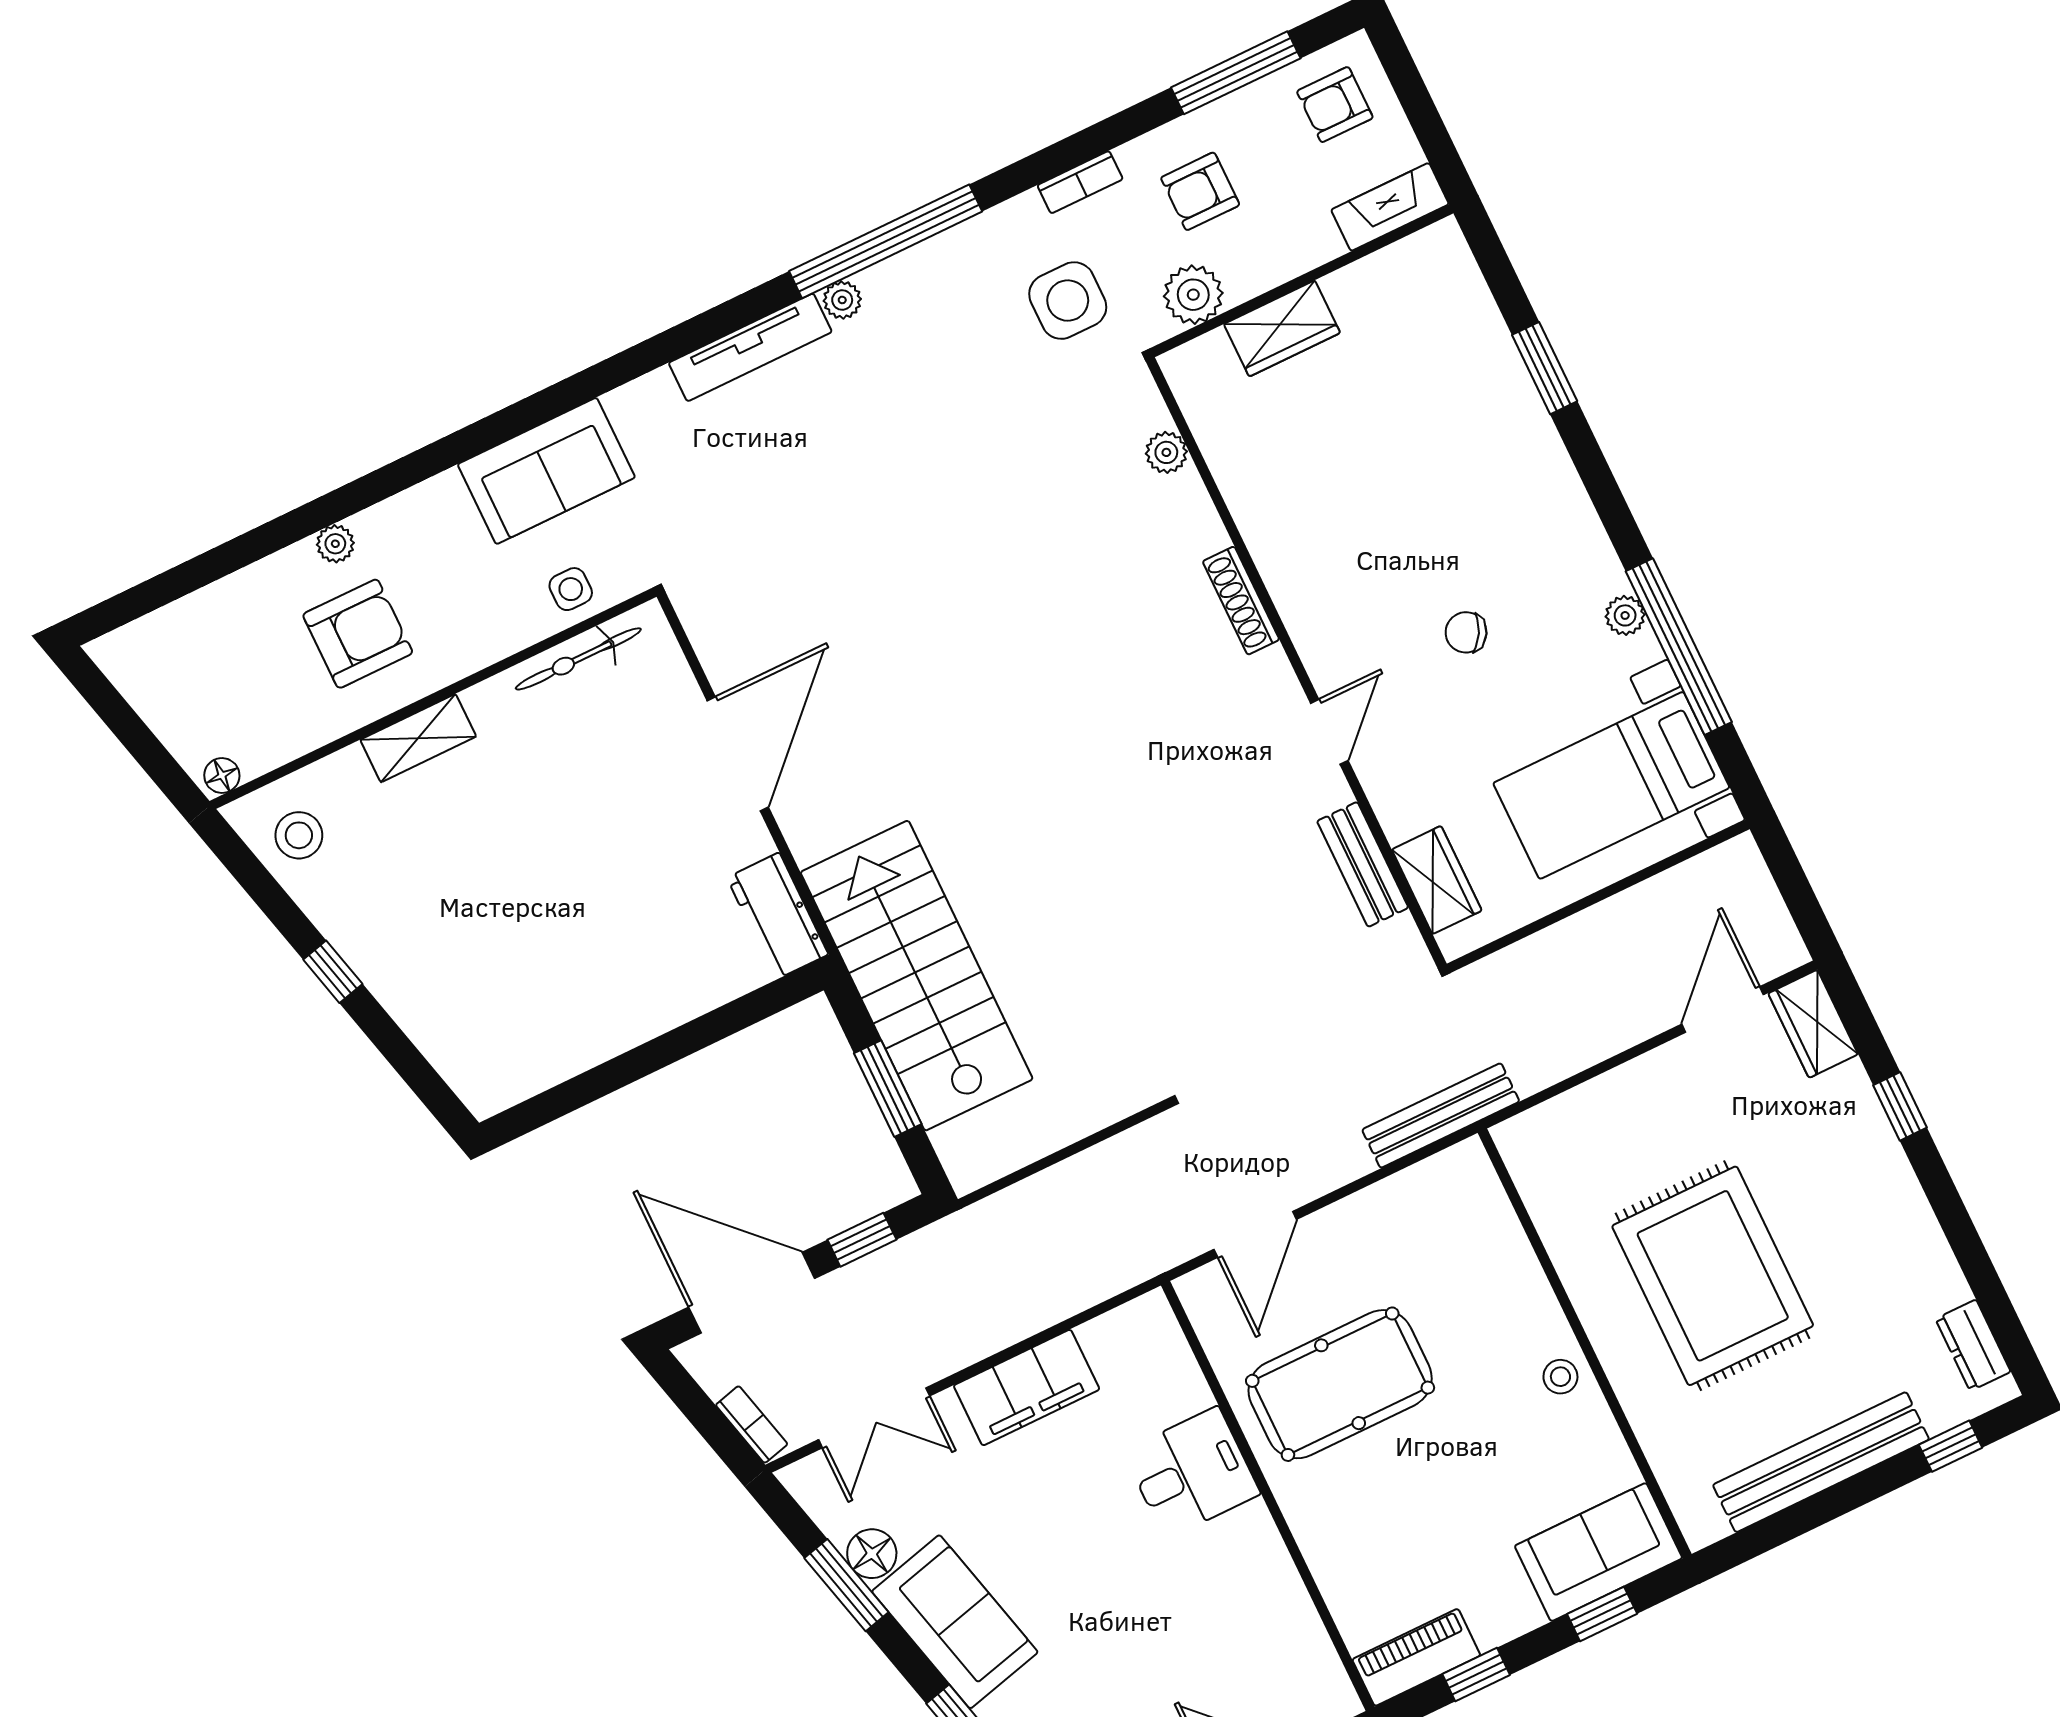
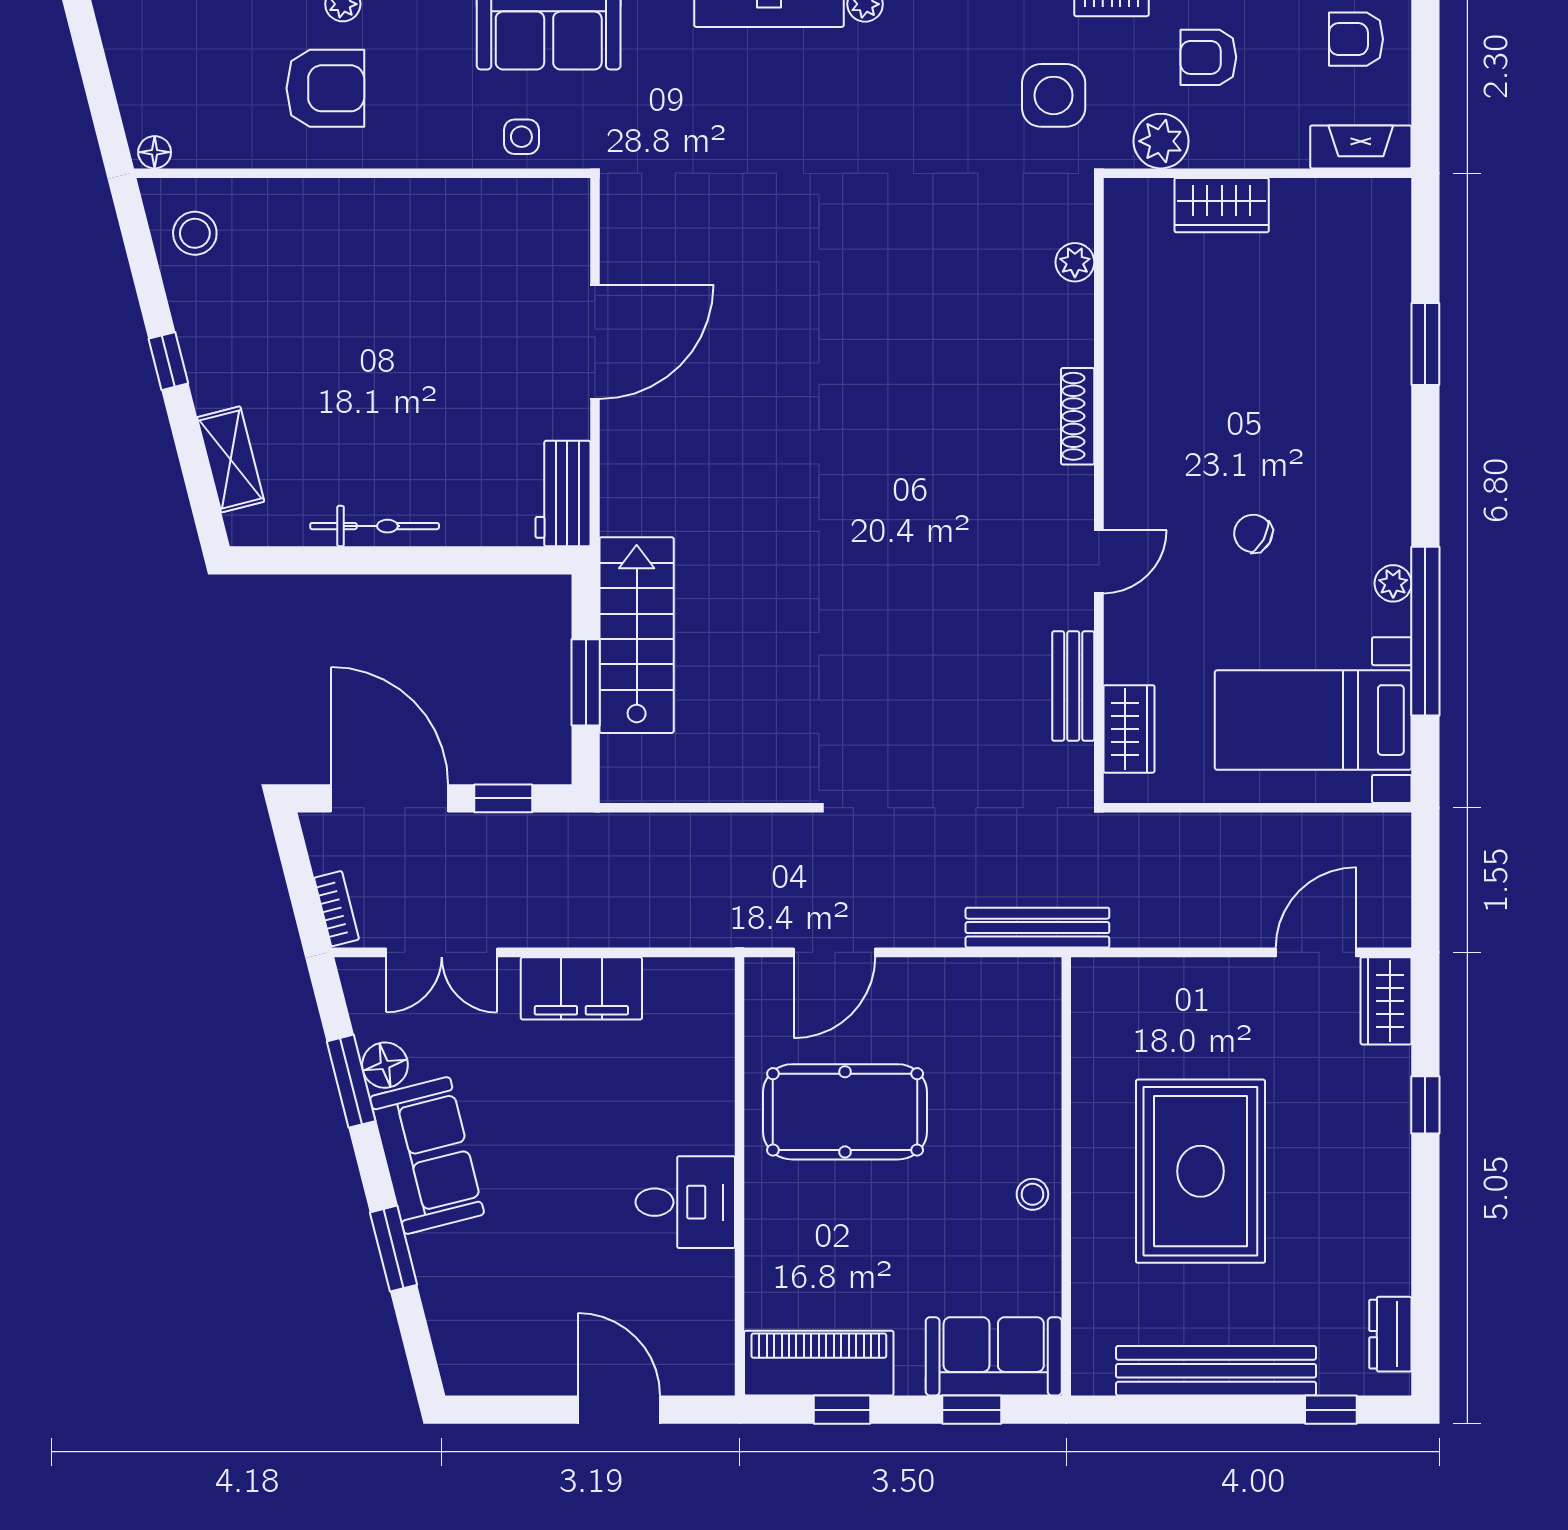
bicycle: (578, 659) -> (375, 526), moved, turned 180
shelving: (418, 738) -> (231, 459), moved, turned 76
stairs: (917, 976) -> (637, 635), width x0.73, depth x0.66
desk: (1192, 1473) -> (685, 1202), moved
piano: (1416, 1657) -> (819, 1363), width x1.37, depth x1.33

